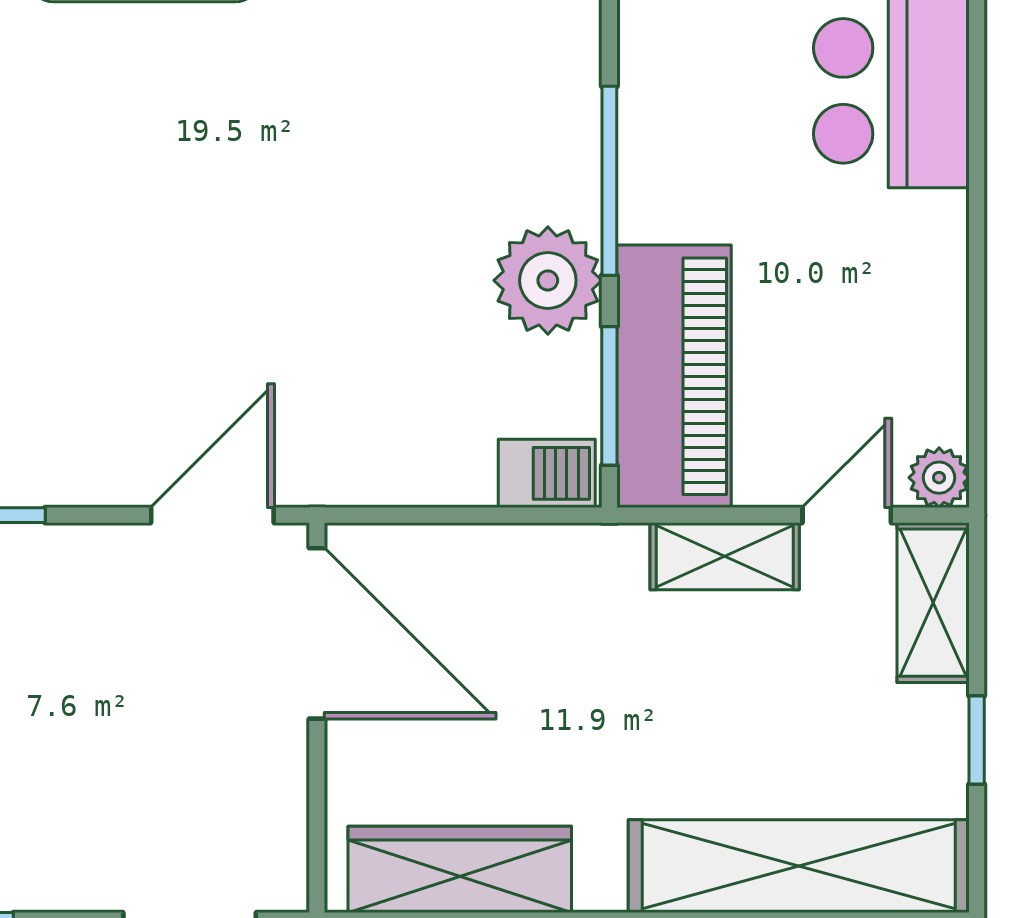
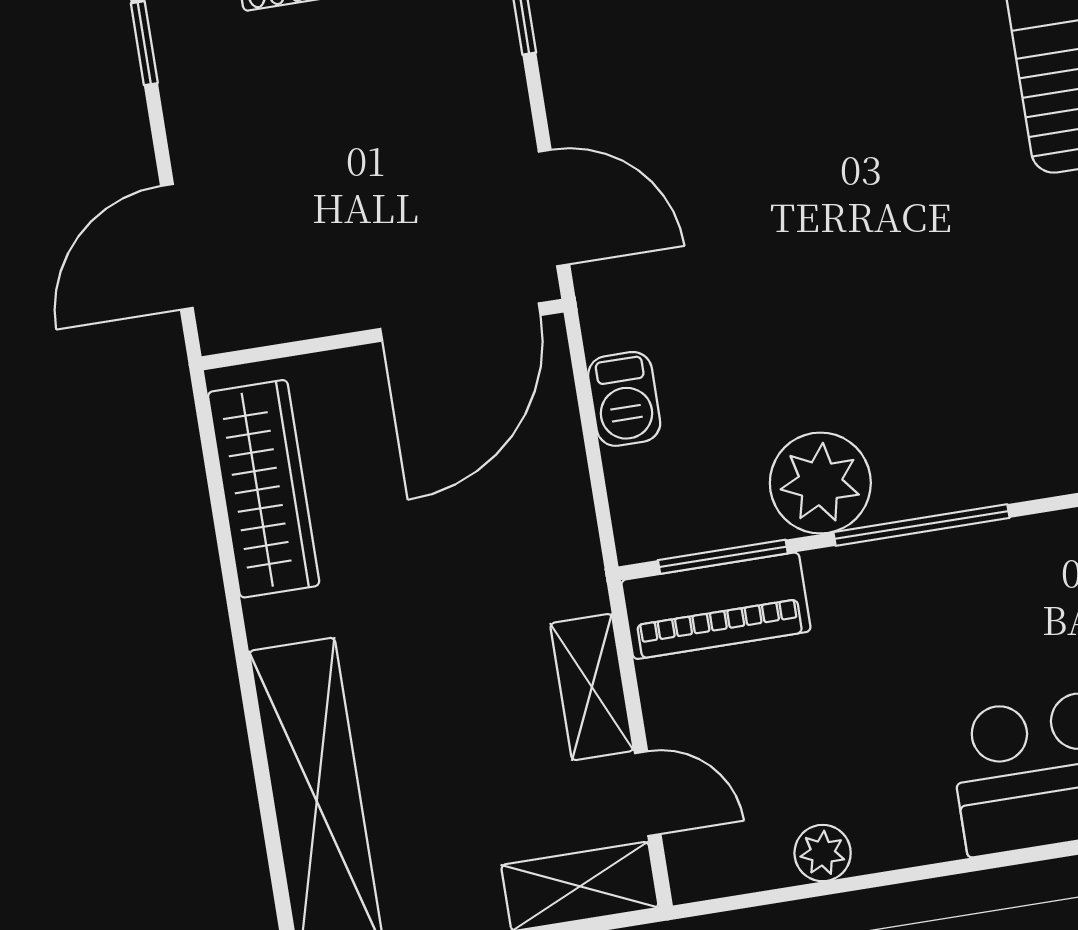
piano: (674, 376) -> (716, 606), width x0.73, depth x0.75
barbecue: (547, 473) -> (624, 399), moved
plant: (939, 478) -> (823, 853), moved

